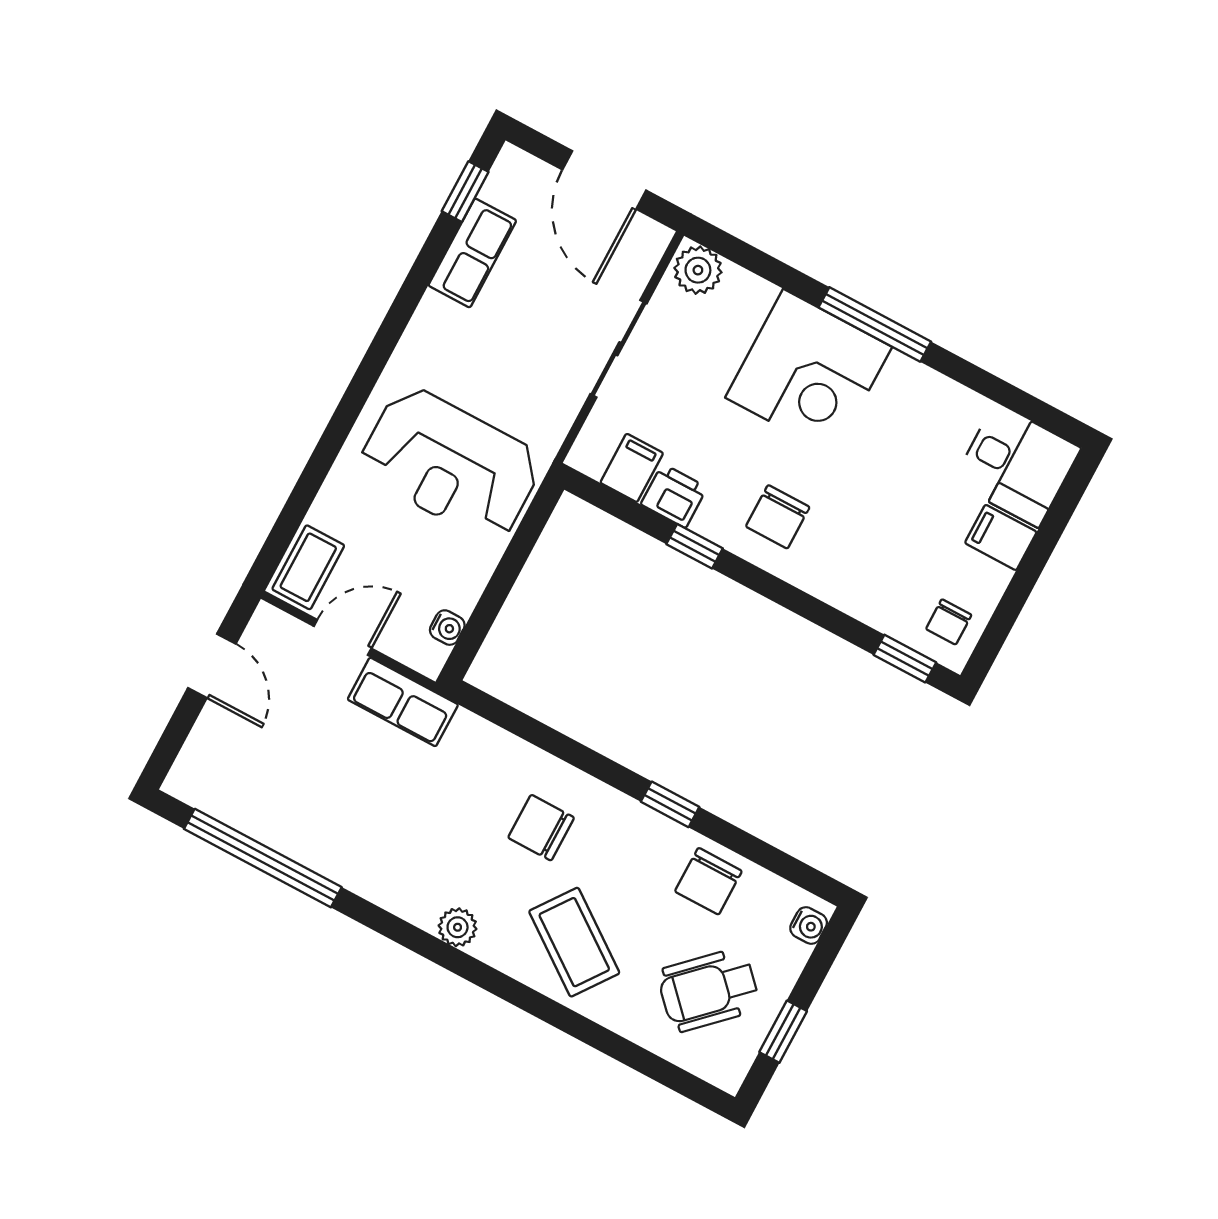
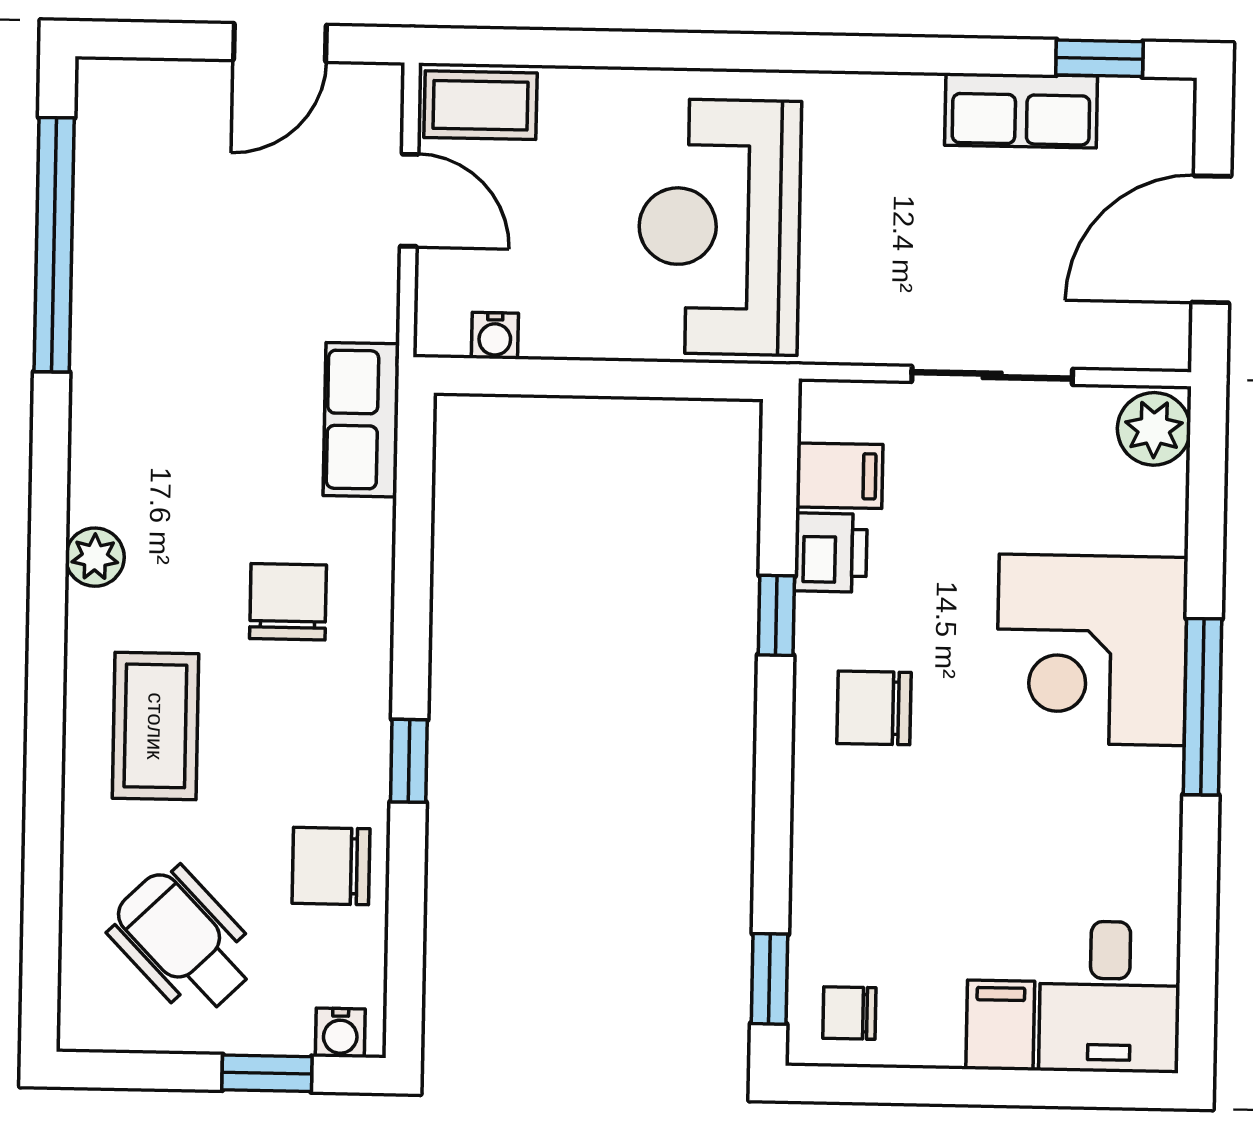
row of seats: (403, 702) -> (361, 420), moved
coffee table: (574, 942) -> (155, 726), turned -36
window: (783, 1032) -> (267, 1073), moved

